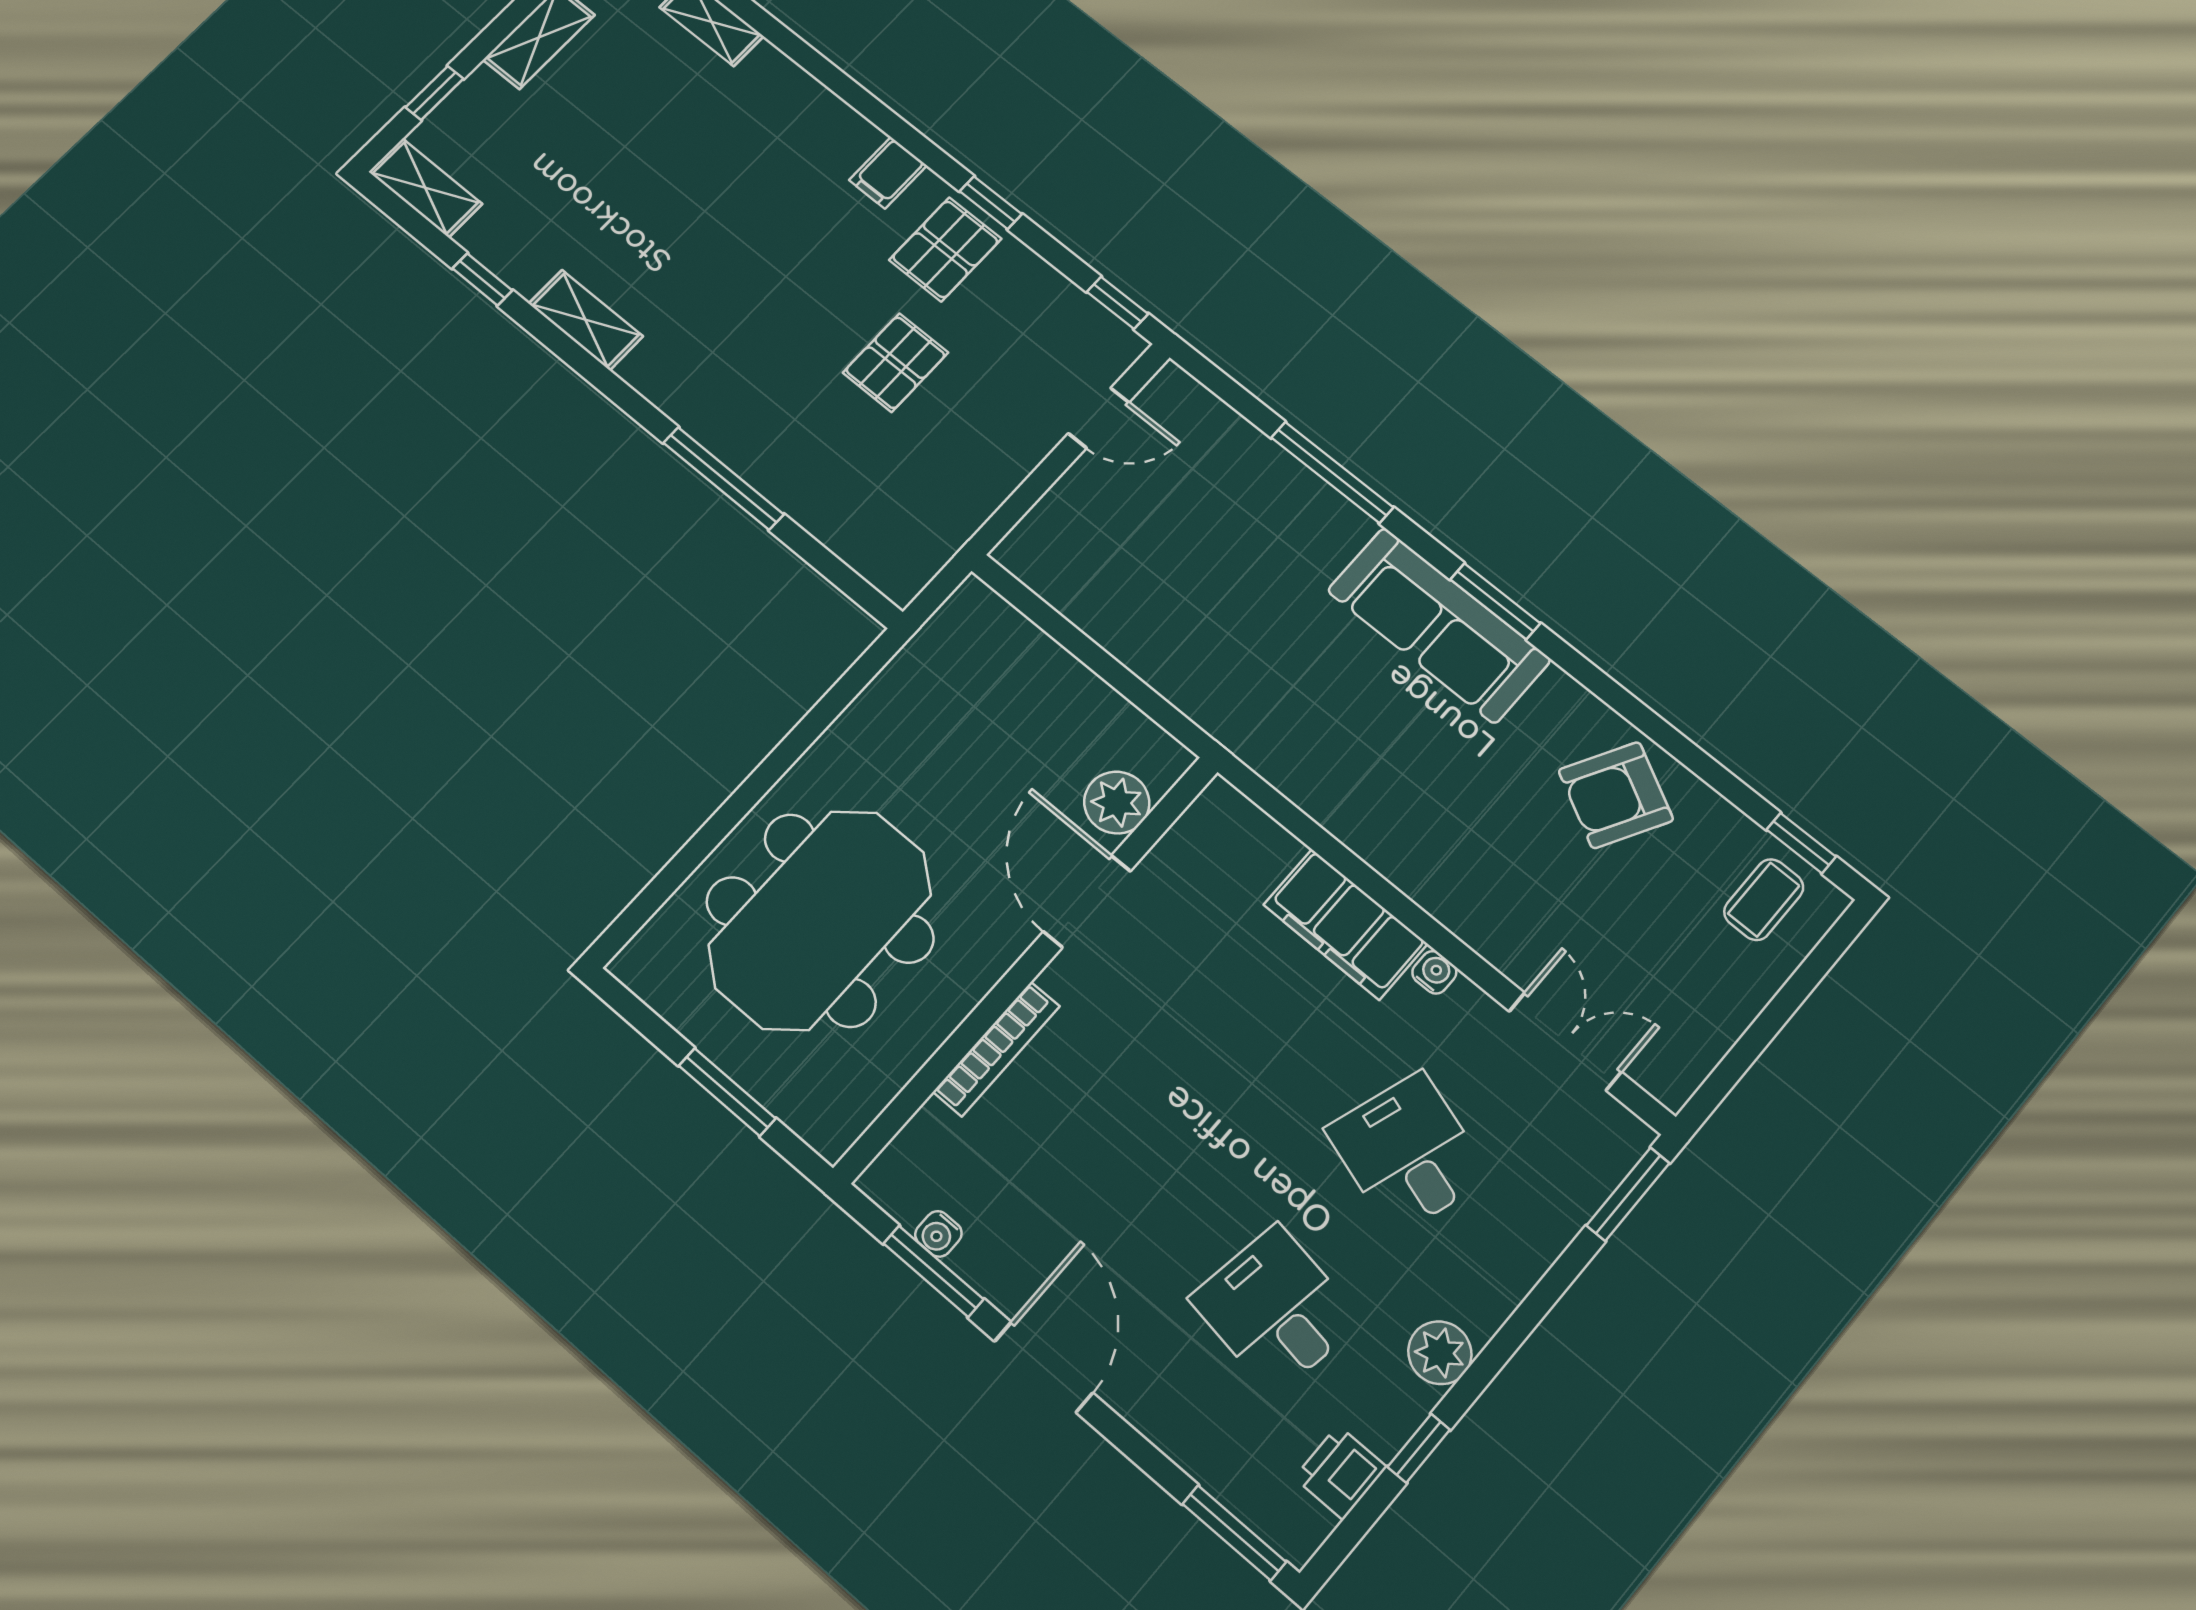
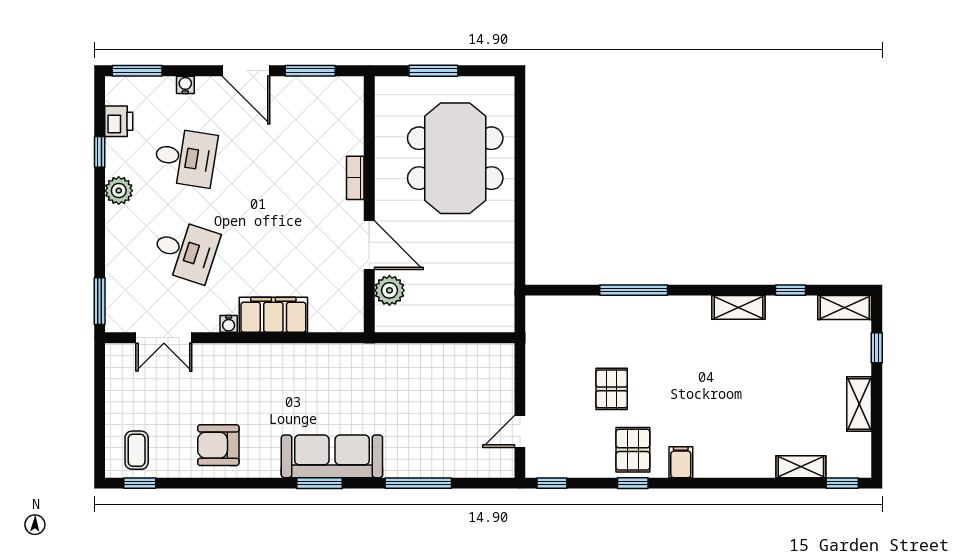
armchair: (1616, 795) -> (218, 445), turned -119
bookcase: (996, 1049) -> (355, 178), width x0.64
water cooler: (938, 1234) -> (185, 85), moved

